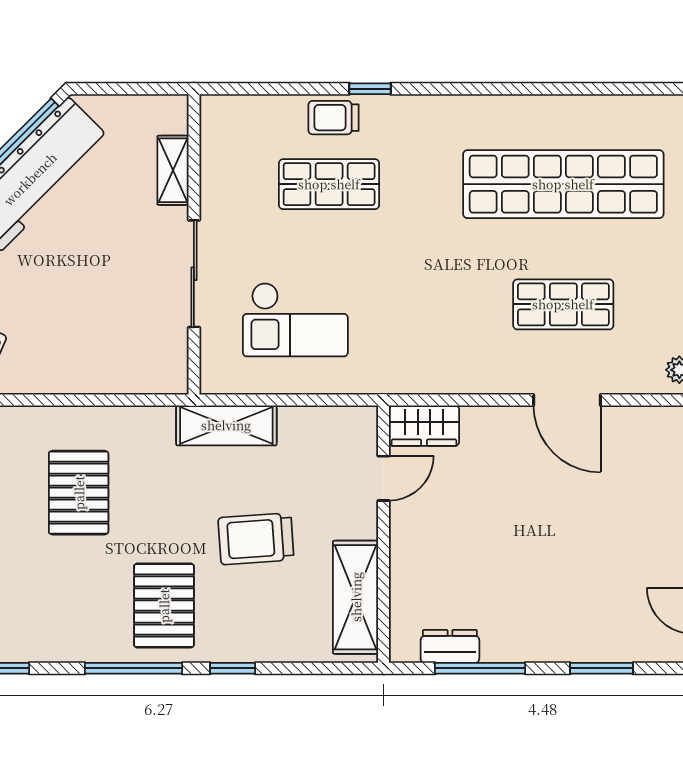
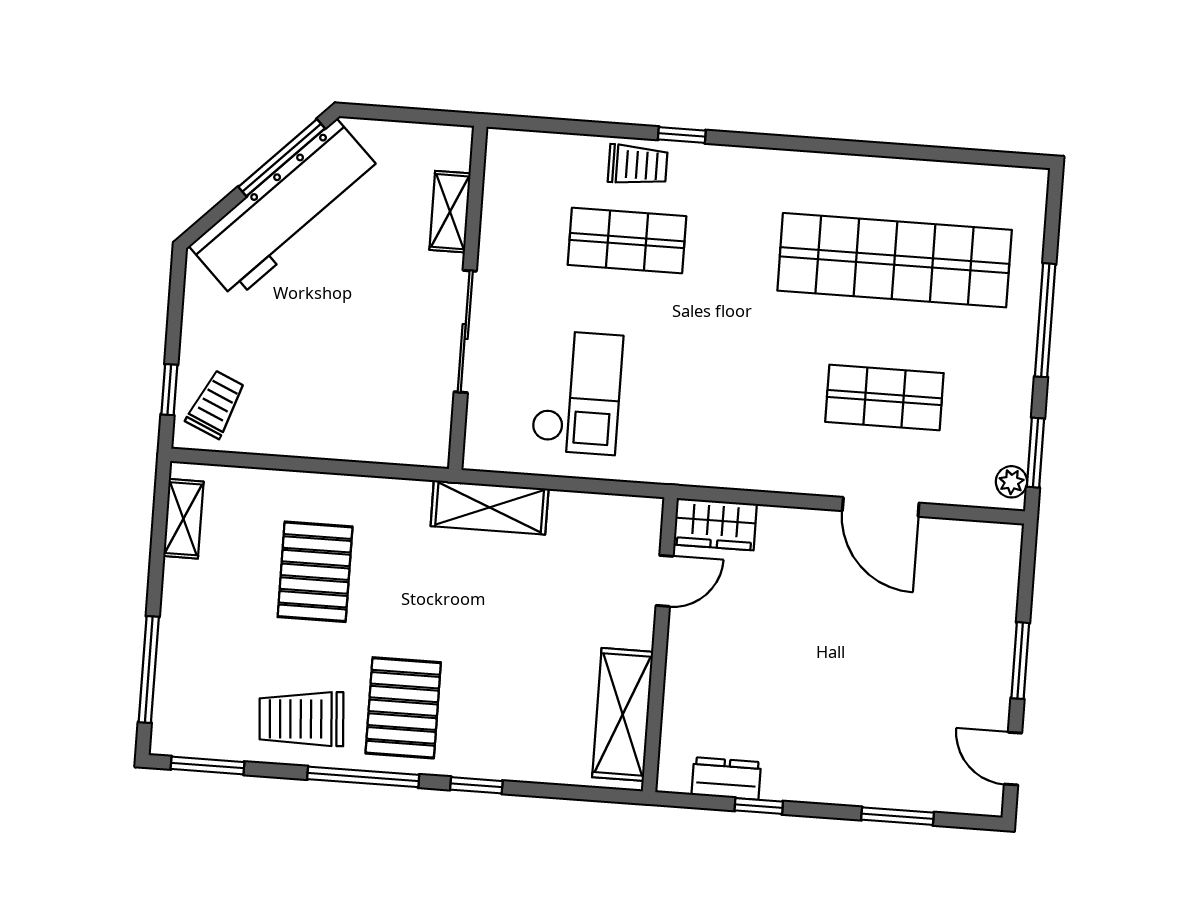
trolley: (334, 118) -> (638, 165), turned 180
checkout: (295, 320) -> (577, 392), turned -90
trolley: (256, 539) -> (301, 719), moved
window: (480, 668) -> (759, 806), width x0.46

